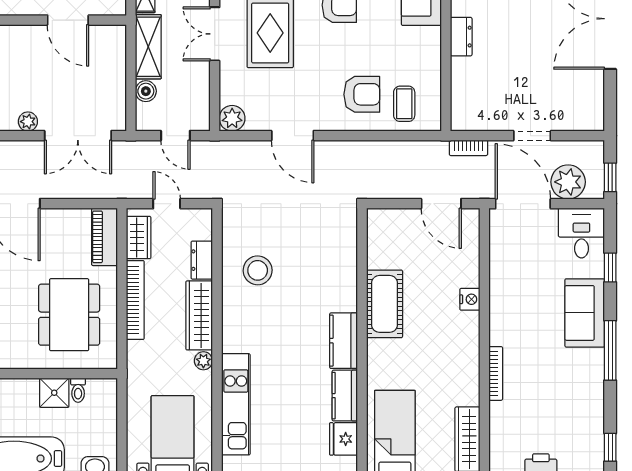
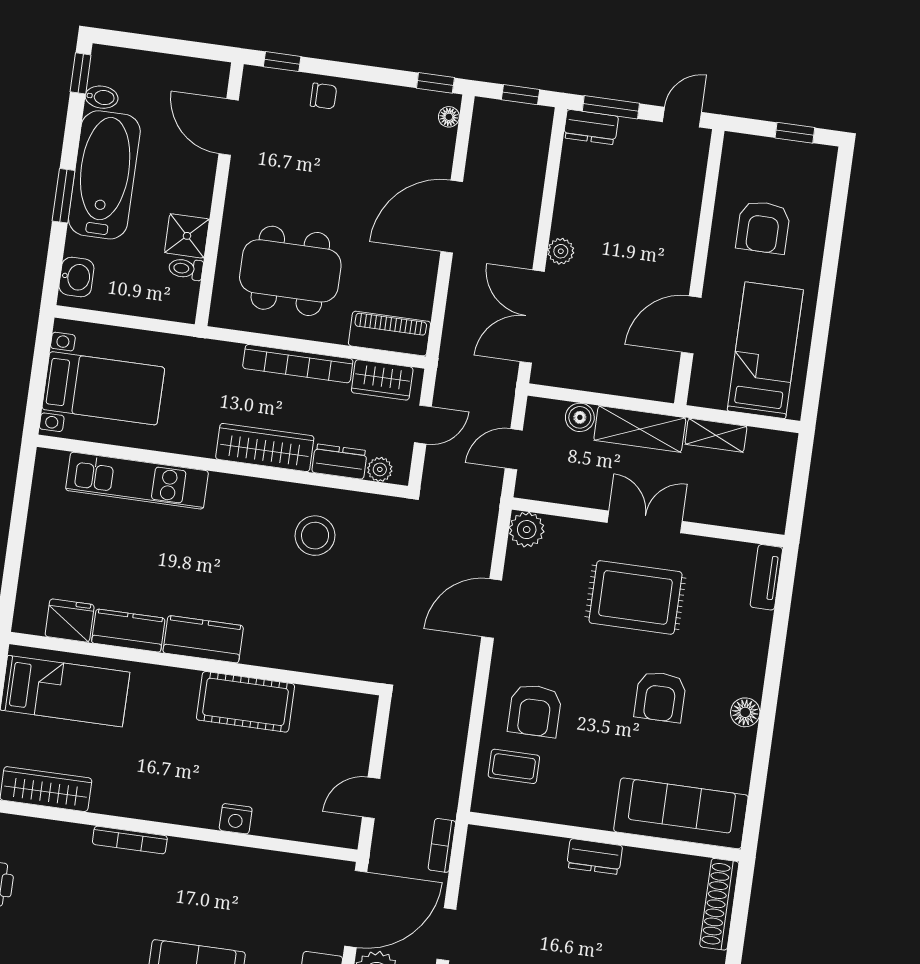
door: (441, 204) -> (371, 798), width x0.73
plant: (203, 361) -> (380, 469), moved

